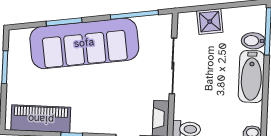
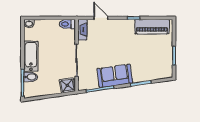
shower: (210, 22) -> (67, 85), moved
sofa: (84, 43) -> (115, 76), width x0.54, depth x0.79

